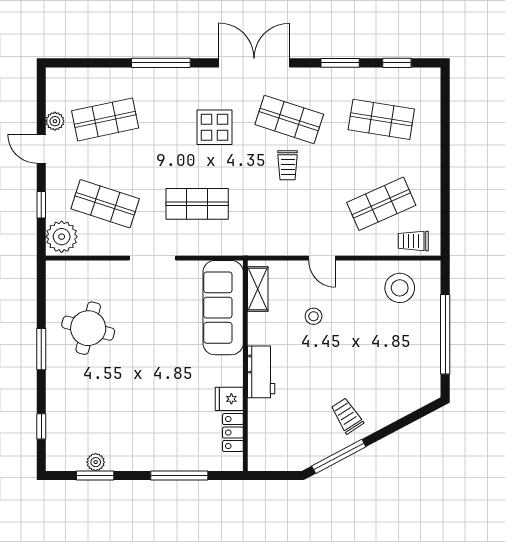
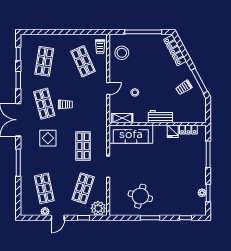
shop shelf: (289, 119) -> (44, 104), turned -33
locker: (405, 404) -> (175, 50), added
trolley: (347, 416) -> (184, 87), moved

